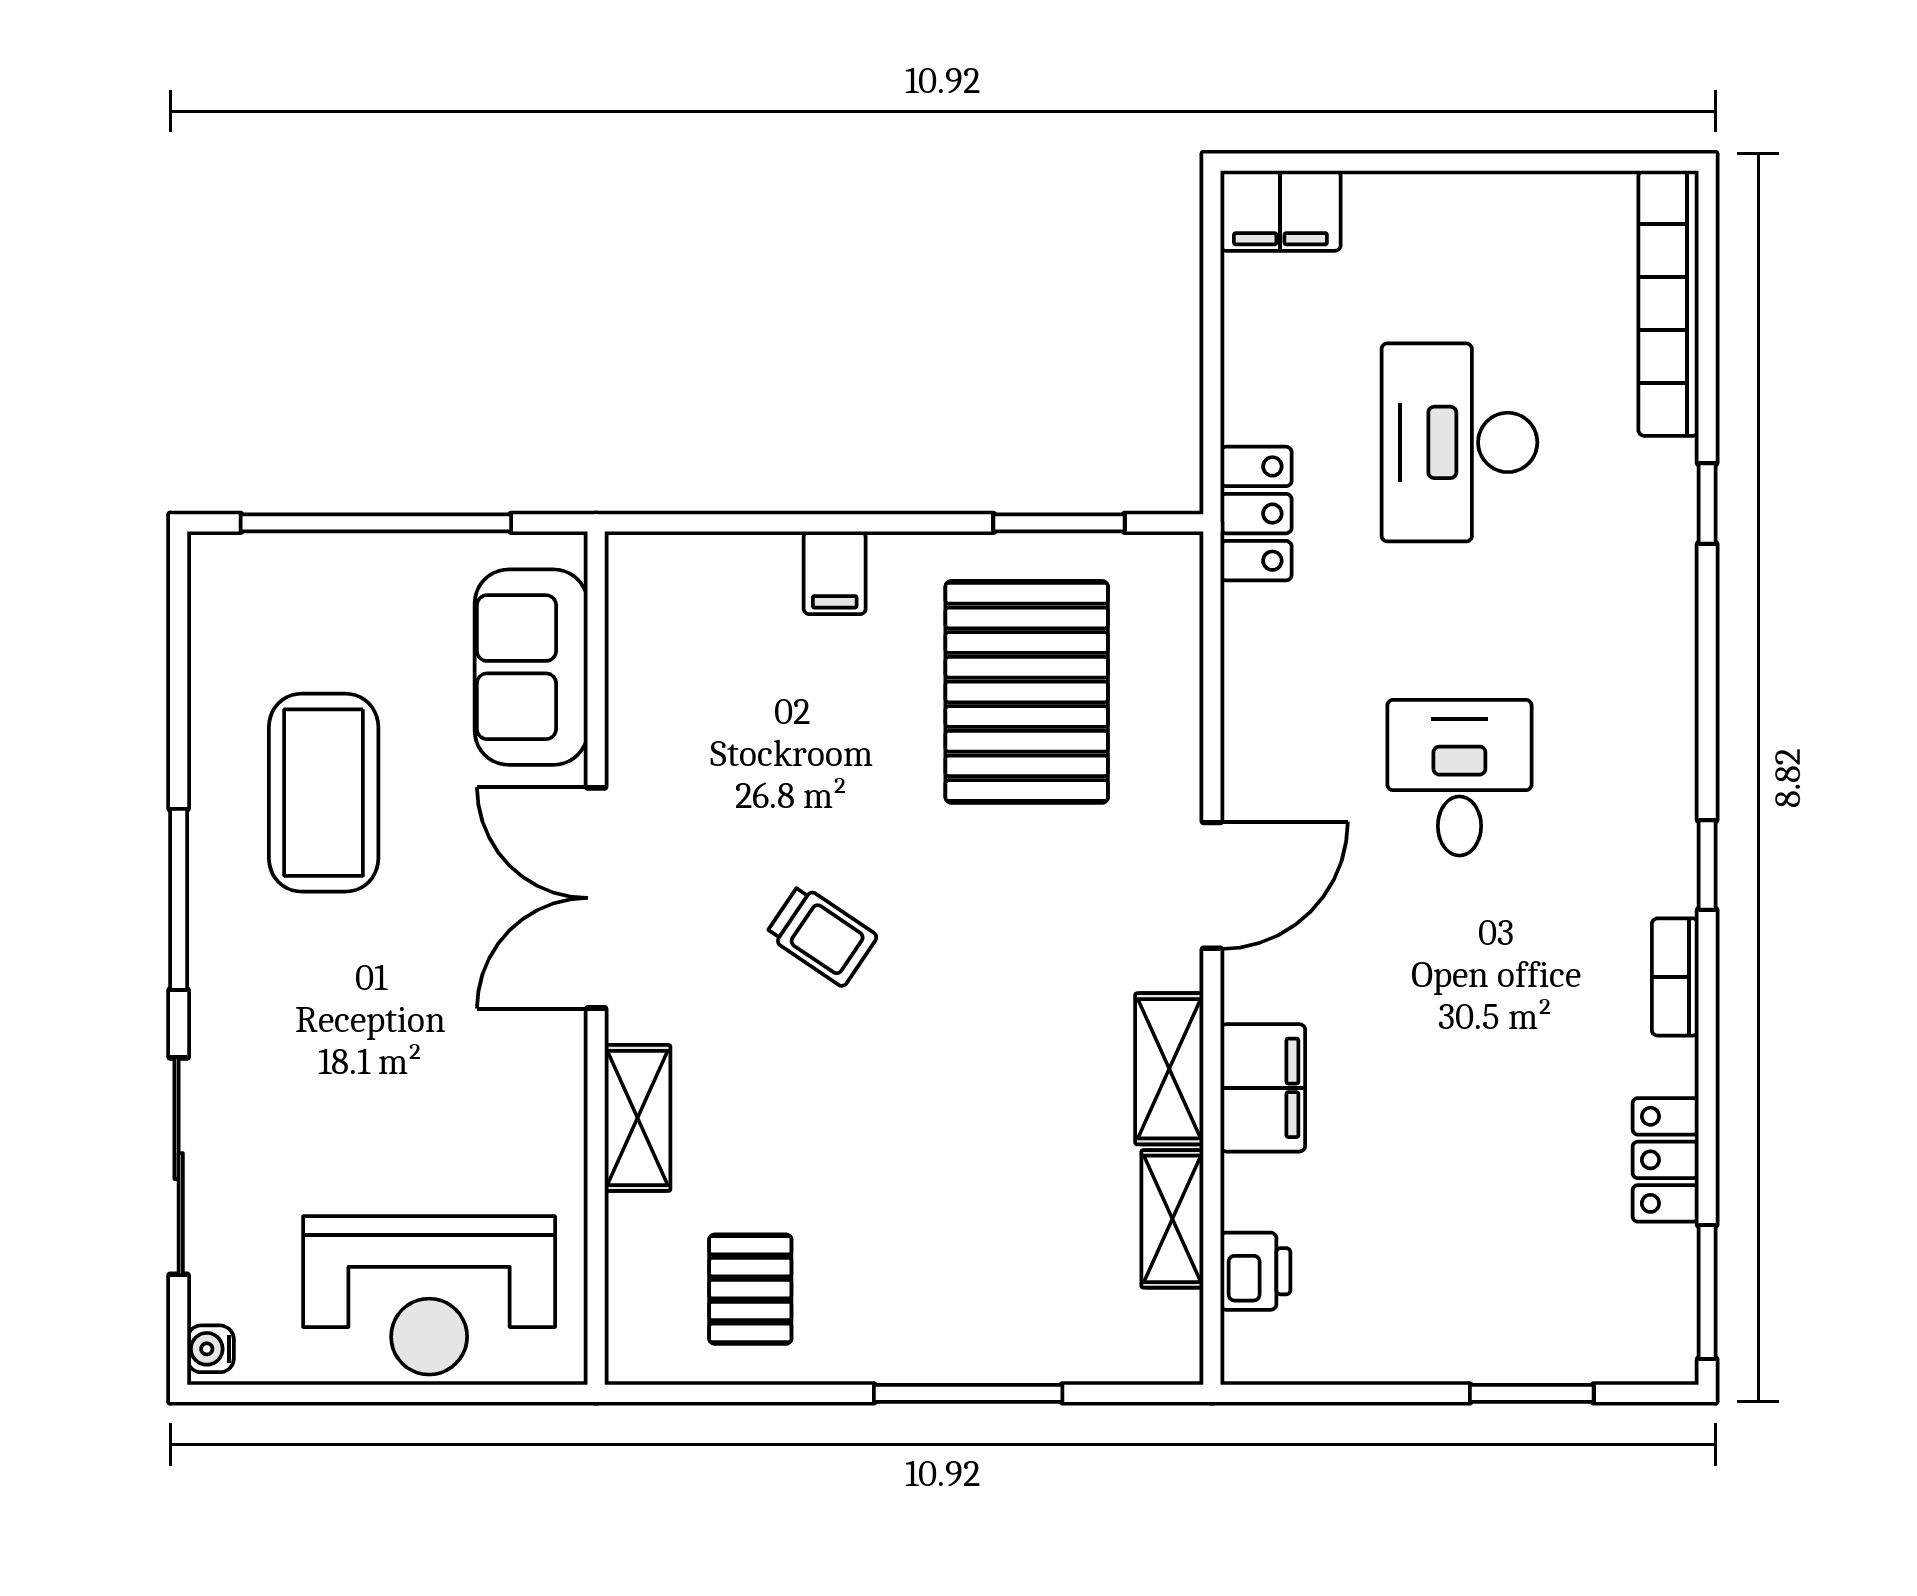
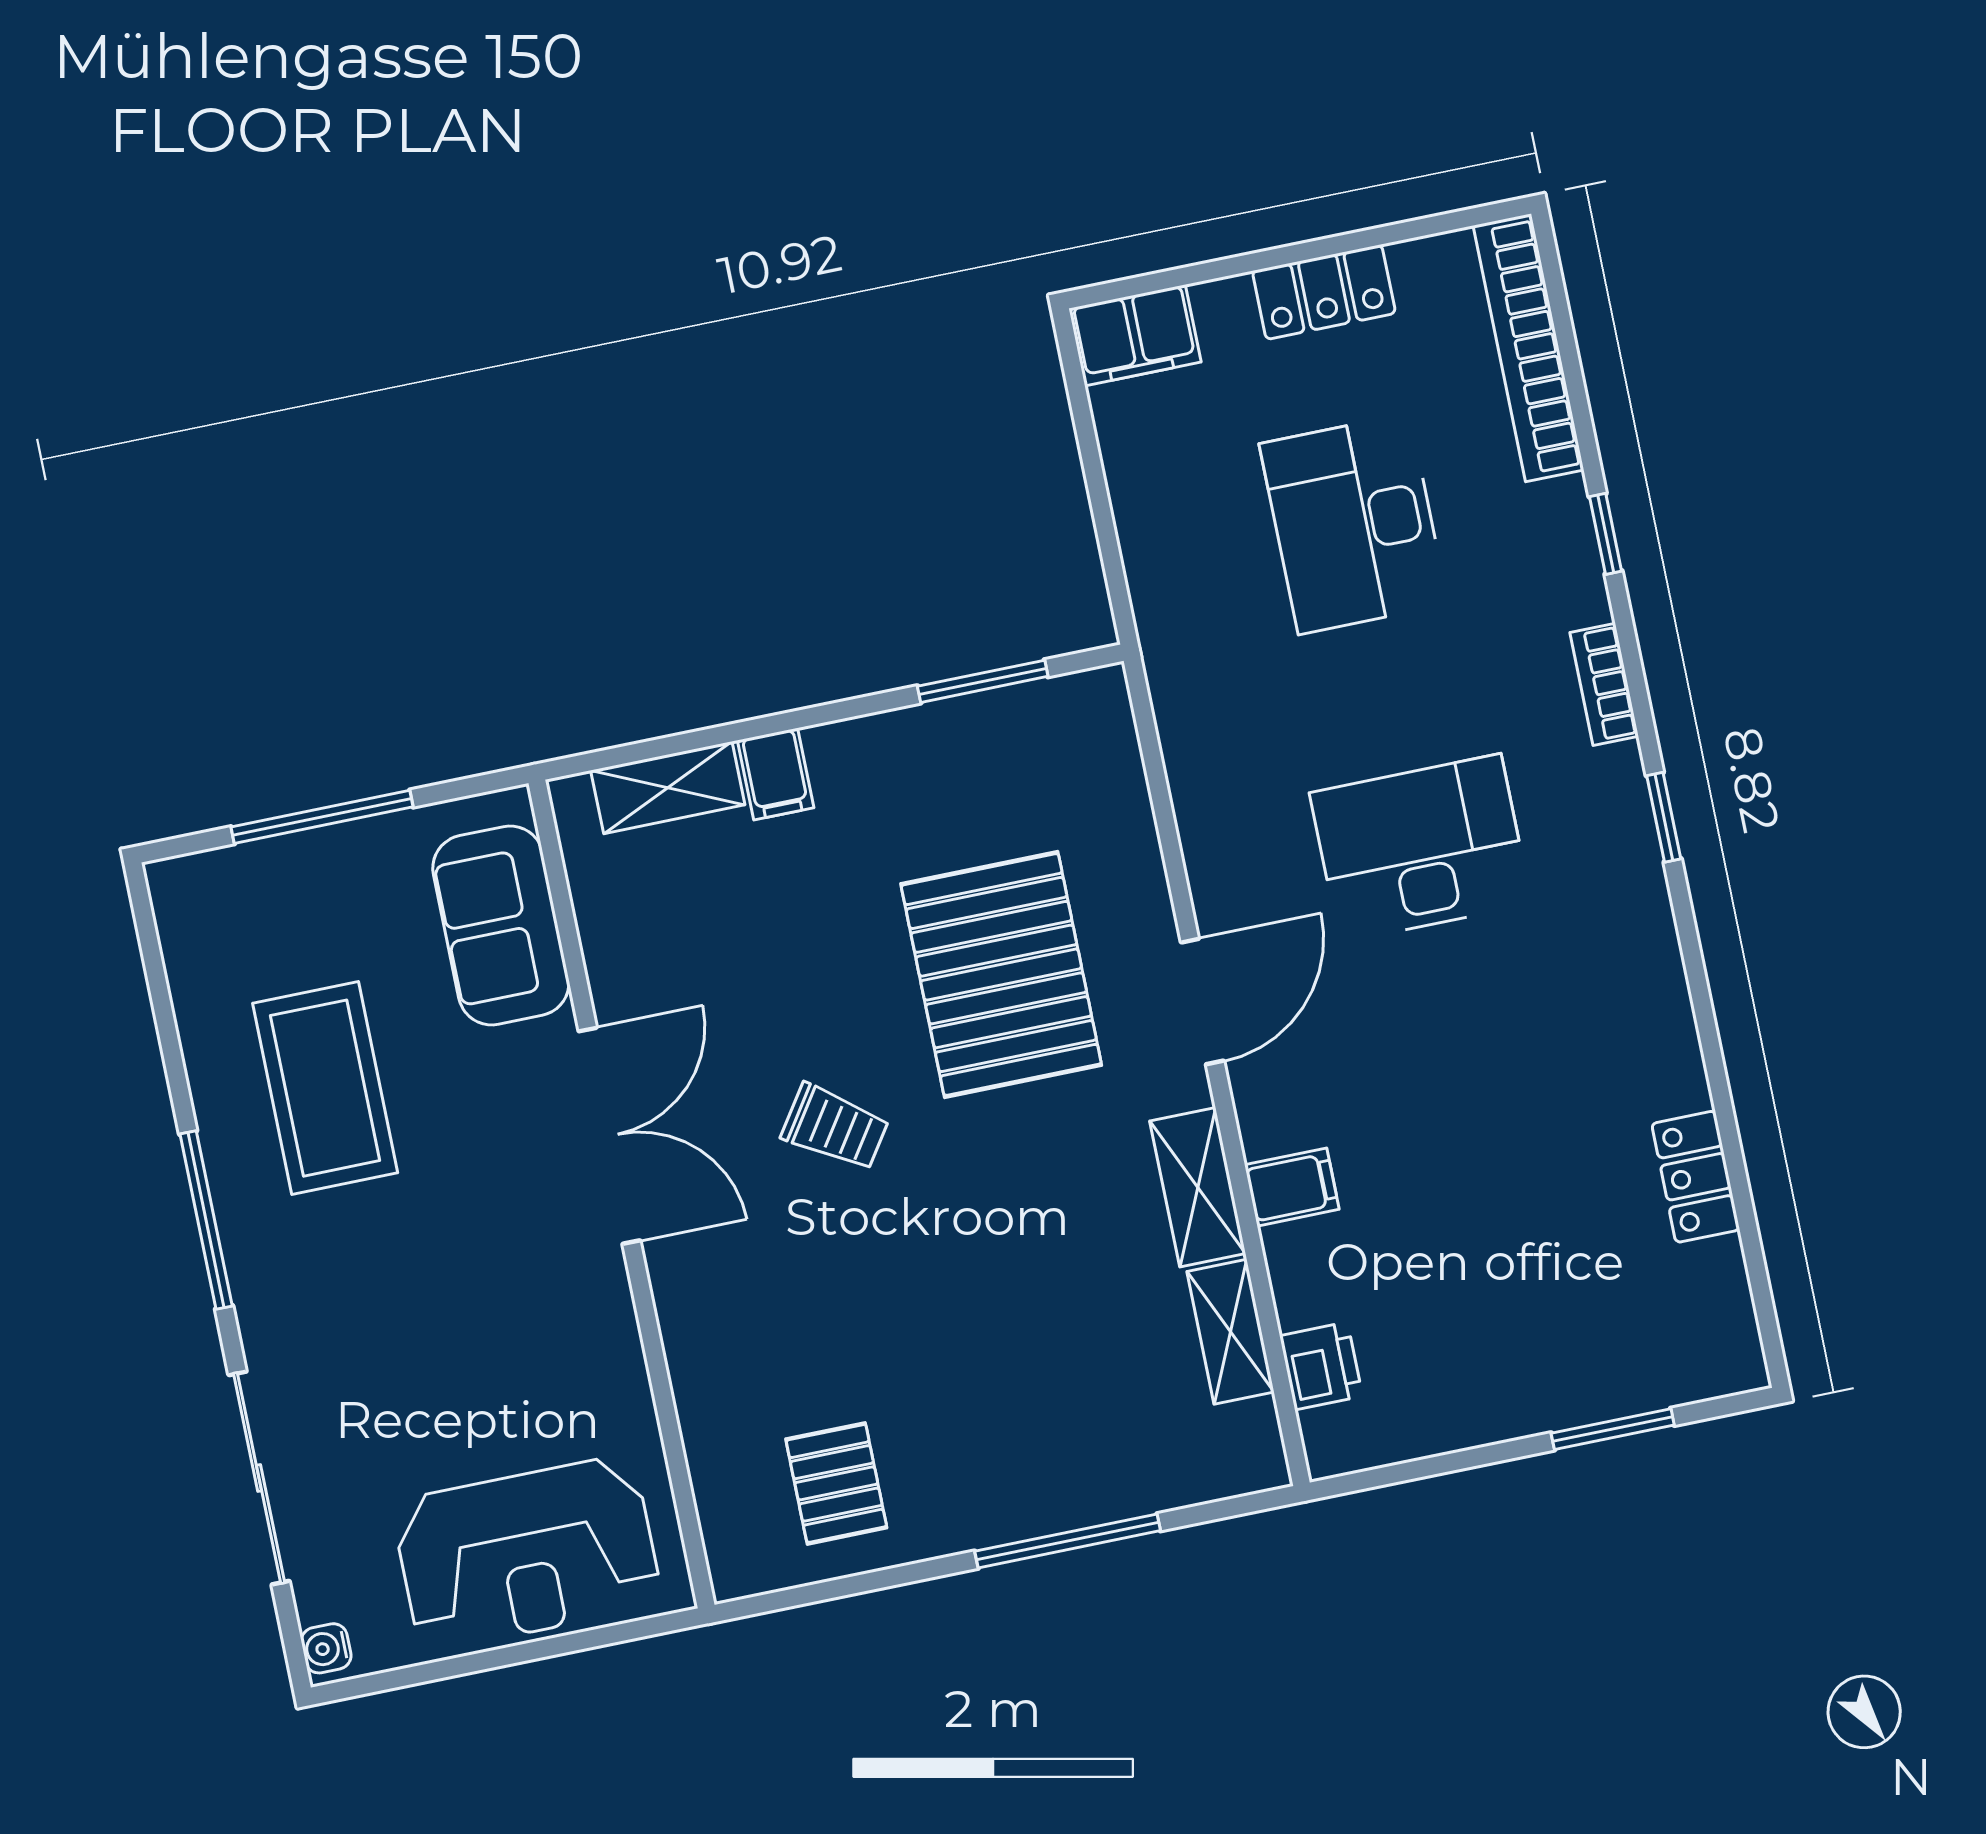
locker: (1256, 514) -> (1324, 292), moved, turned 90
window: (376, 523) -> (322, 817), width x0.68
pallet: (1027, 692) -> (1001, 975), moved
desk: (1459, 778) -> (1420, 848), width x1.37
window: (1707, 865) -> (1664, 817), moved
double door: (596, 898) -> (610, 1136), swing flipped
bookcase: (1675, 977) -> (1604, 684), moved
filing cabinet: (1263, 1088) -> (1292, 1187), width x0.50
shelving: (638, 1118) -> (668, 788), moved, turned 90
window: (1707, 1292) -> (1762, 1296), removed

